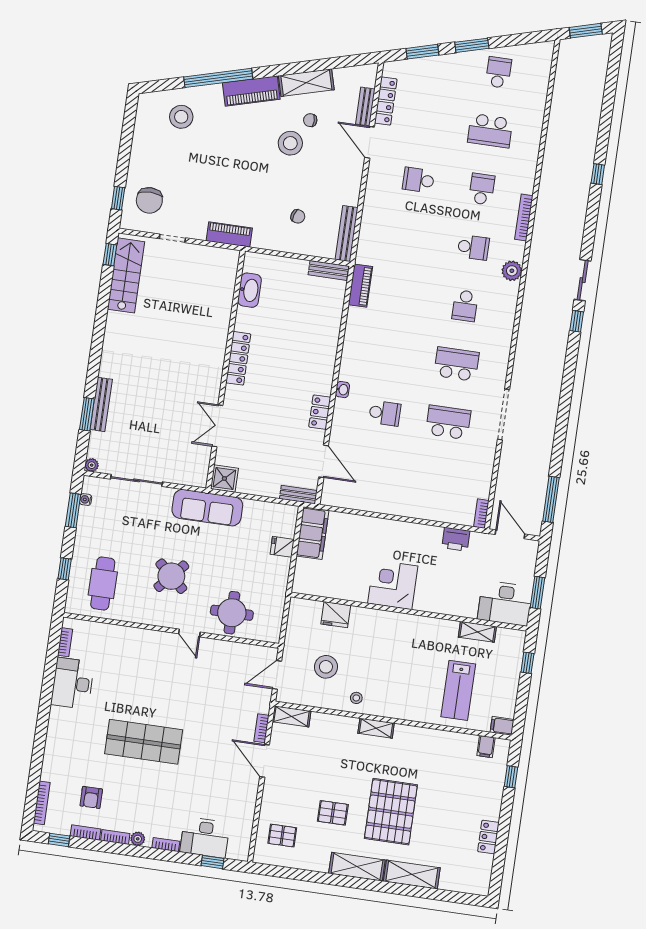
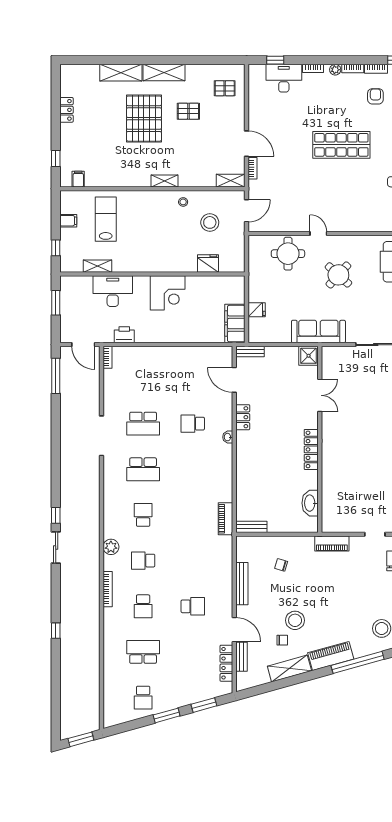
bench: (347, 234) -> (242, 584), moved
desk: (505, 603) -> (113, 291), moved
filing cabinet: (502, 726) -> (68, 221), moved

